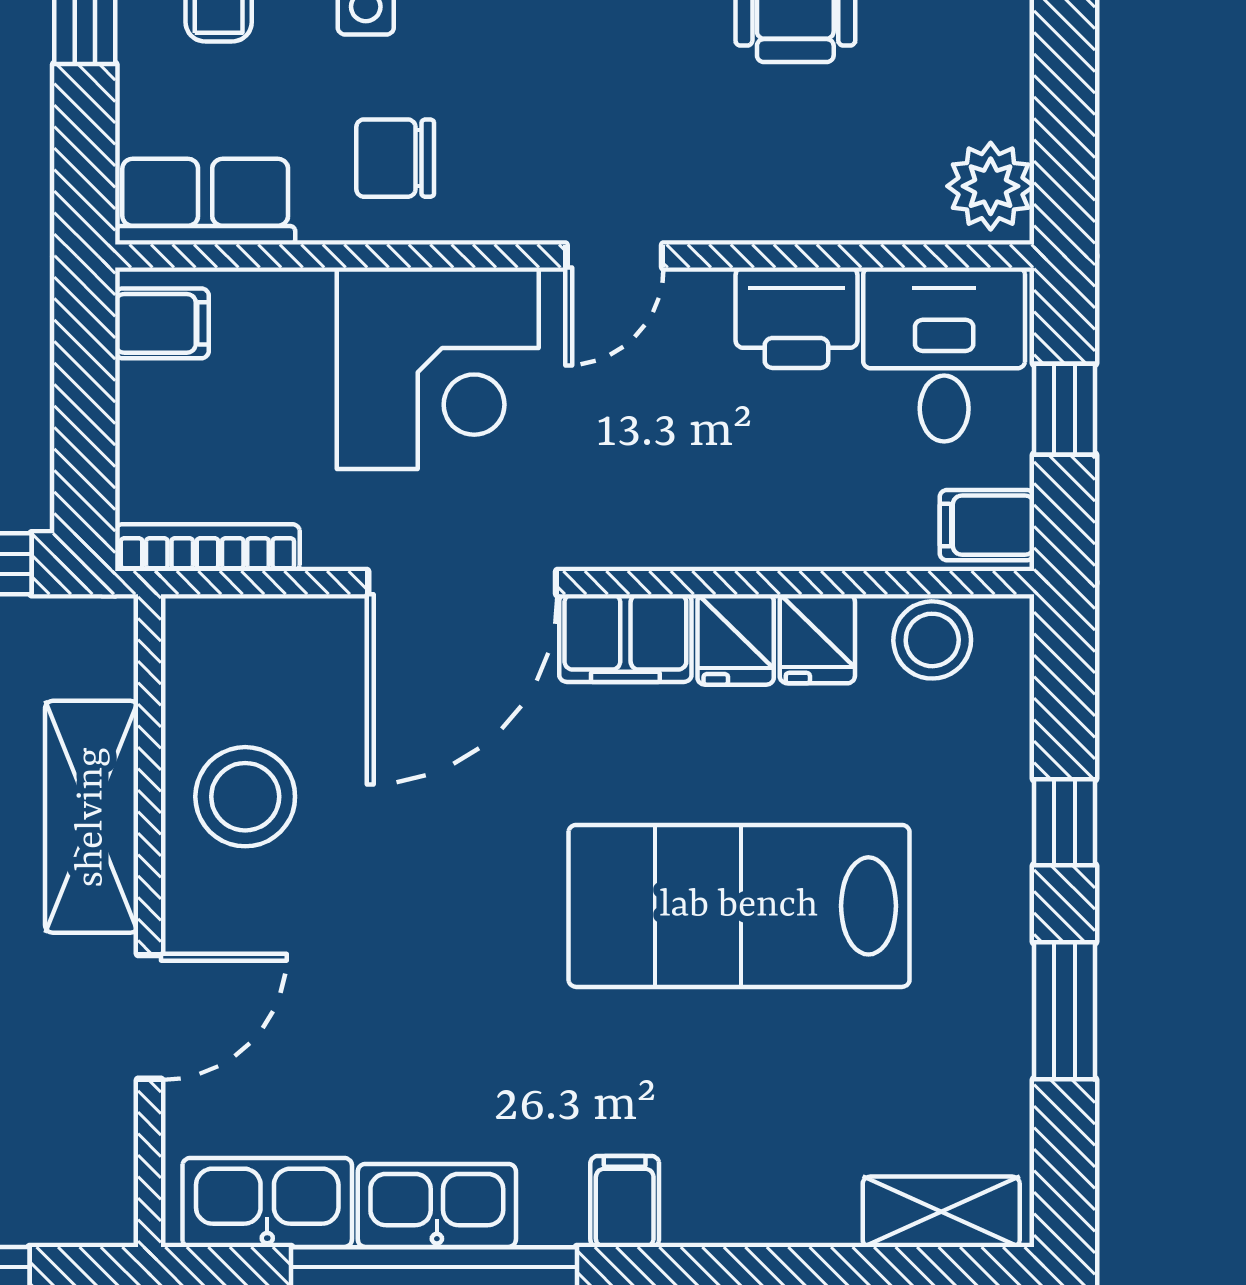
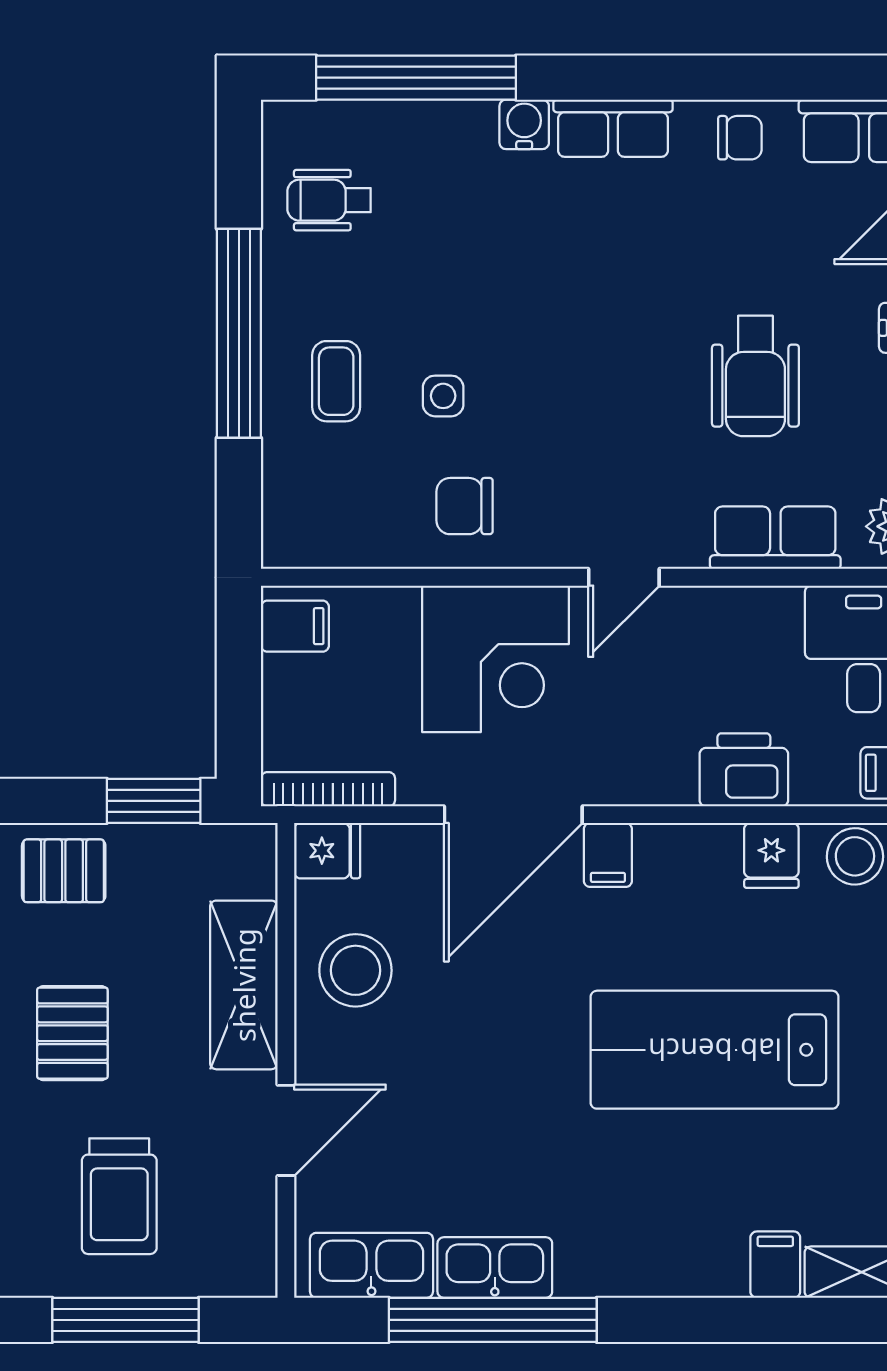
row of seats: (205, 202) -> (775, 538), moved
printer: (796, 318) -> (744, 770), moved, turned 180
filing cabinet: (625, 638) -> (608, 855), width x0.50
fridge: (736, 639) -> (327, 851), moved, turned -90
filing cabinet: (625, 1201) -> (775, 1265), moved

